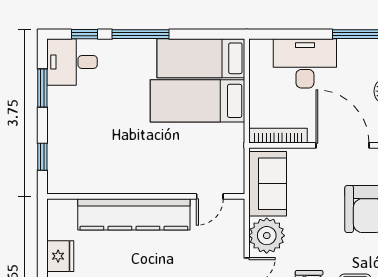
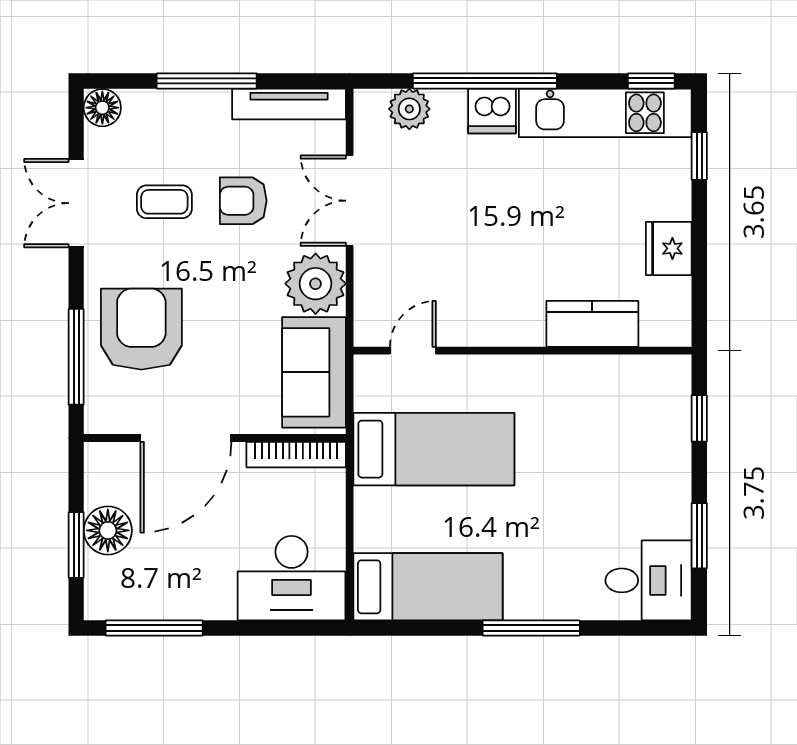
window: (85, 34) -> (627, 628), removed
desk: (305, 63) -> (291, 578), moved
bed: (197, 101) -> (434, 449), moved
door: (343, 145) -> (186, 438), hinge flipped
kitchen counter: (134, 214) -> (592, 324), width x0.48, depth x0.86

